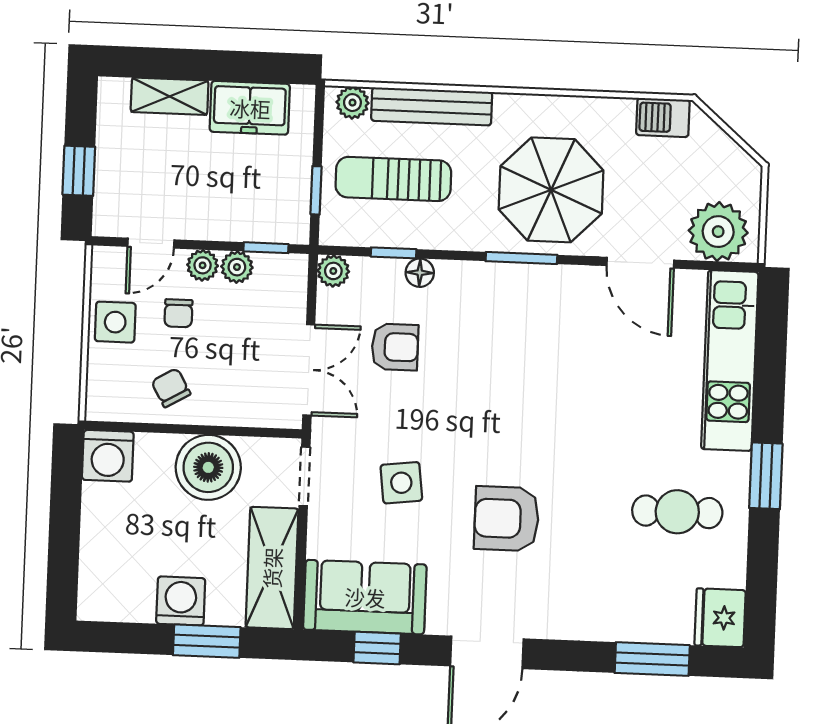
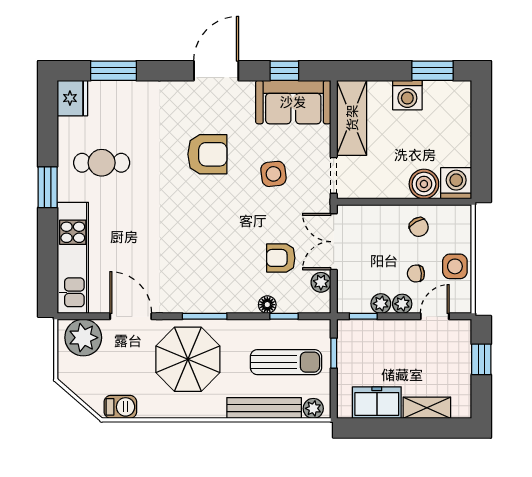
plant: (333, 271) -> (321, 282), moved
chair: (178, 313) -> (416, 273), turned -95
boiler: (208, 467) -> (424, 184), moved, width x0.73, depth x0.73
window: (207, 641) -> (433, 71), moved

